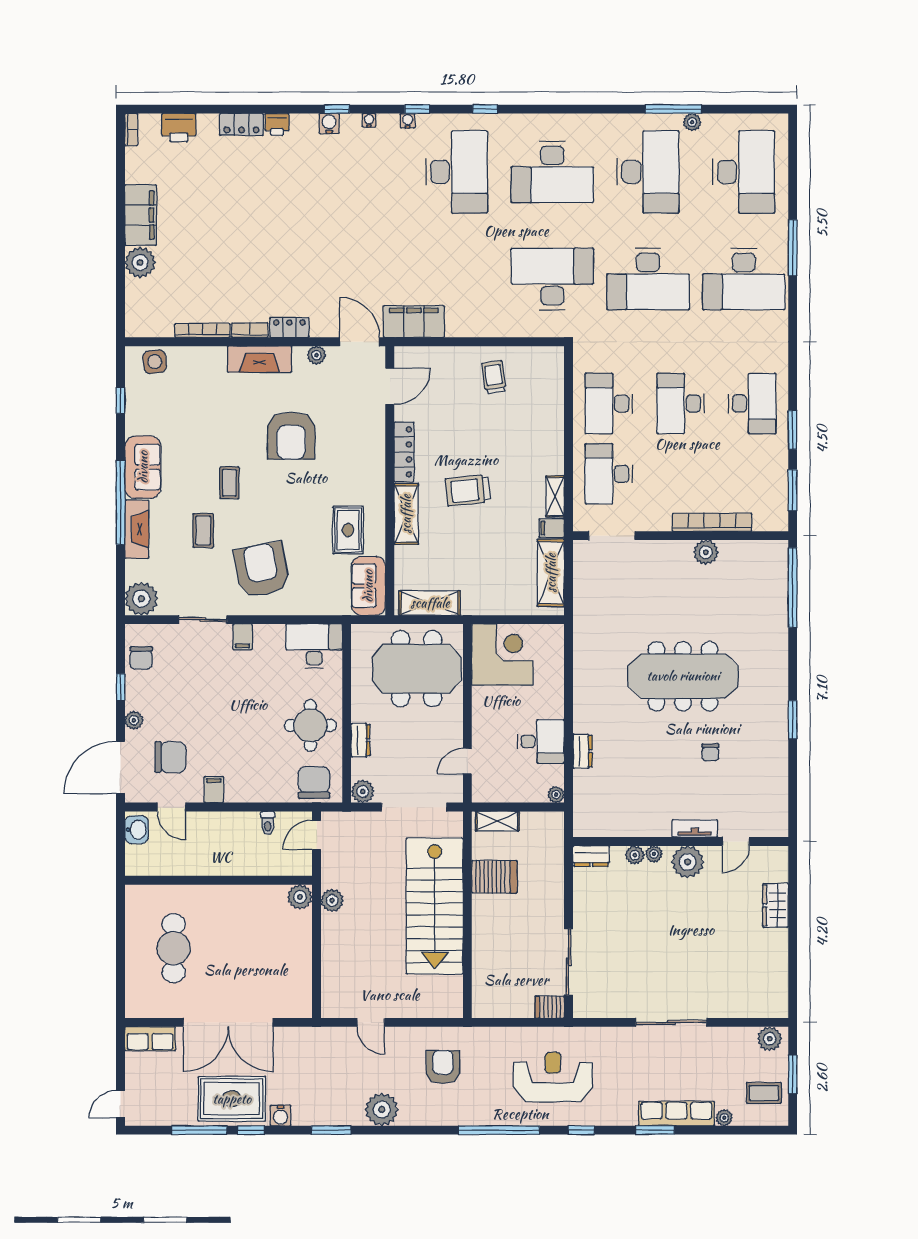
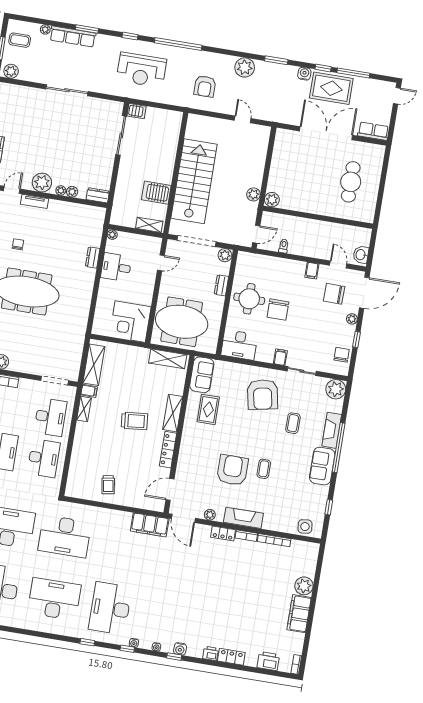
coffee table: (229, 483) -> (264, 469), moved
chair: (314, 782) -> (278, 310), moved

